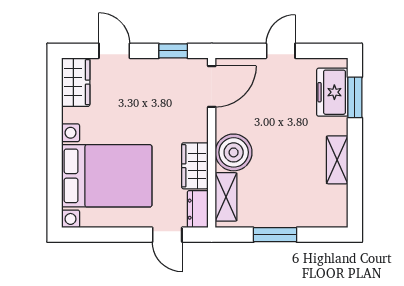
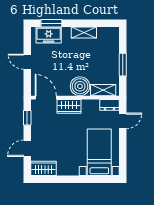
wardrobe: (195, 166) -> (69, 106), moved
bed with nightstands: (107, 176) -> (99, 152), width x0.73

